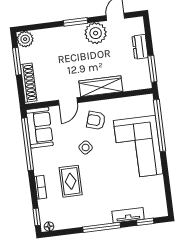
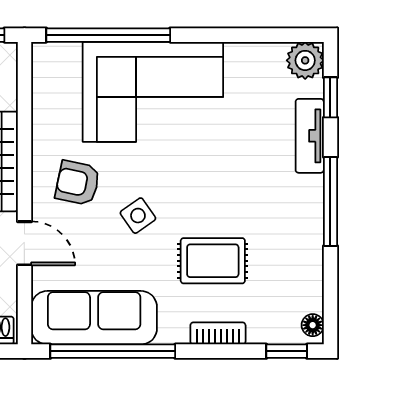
armchair: (96, 120) -> (78, 183), turned 85
sofa: (40, 128) -> (94, 318), width x1.36
plant: (159, 209) -> (305, 60), added

